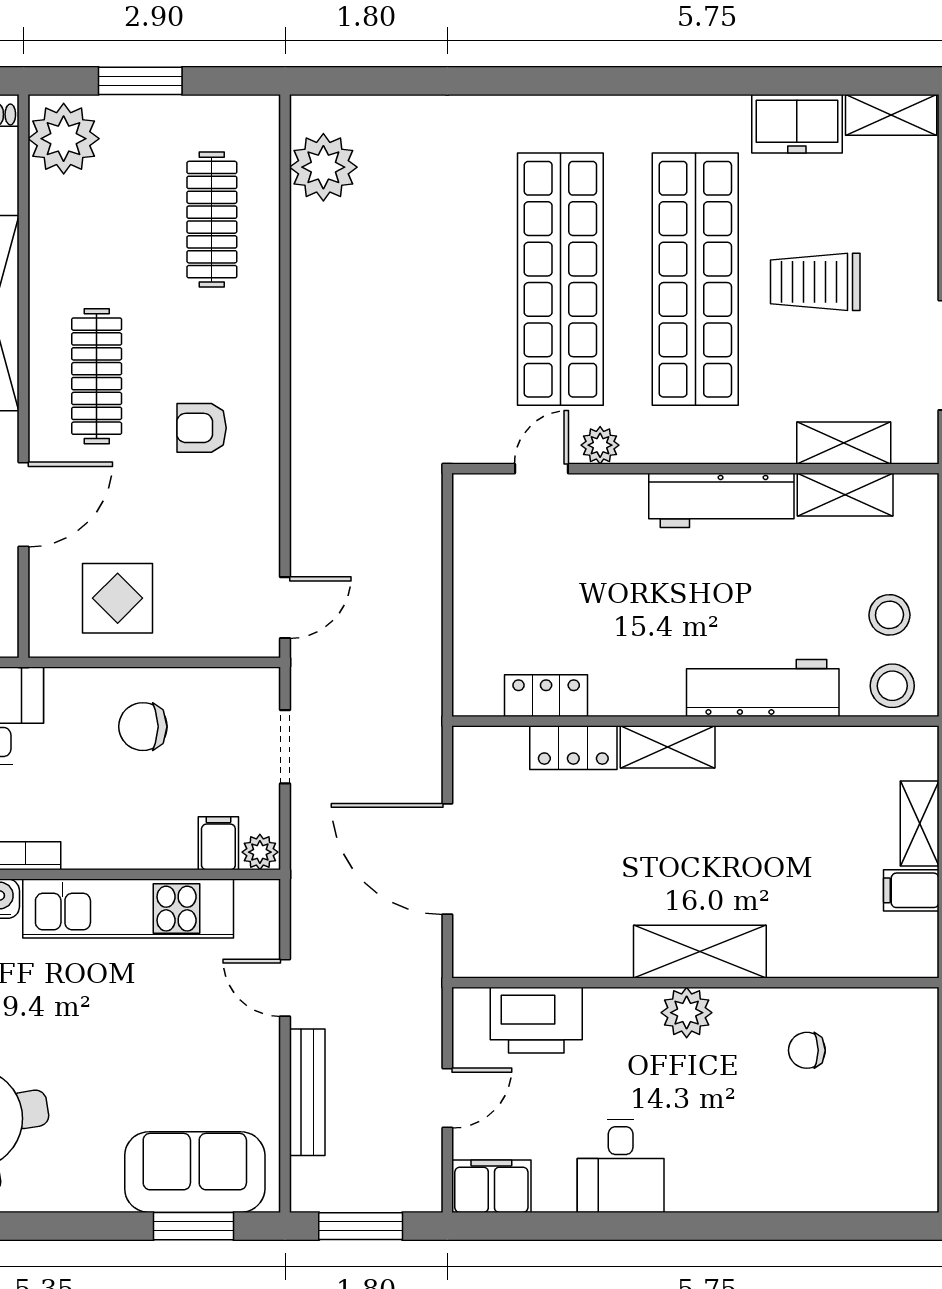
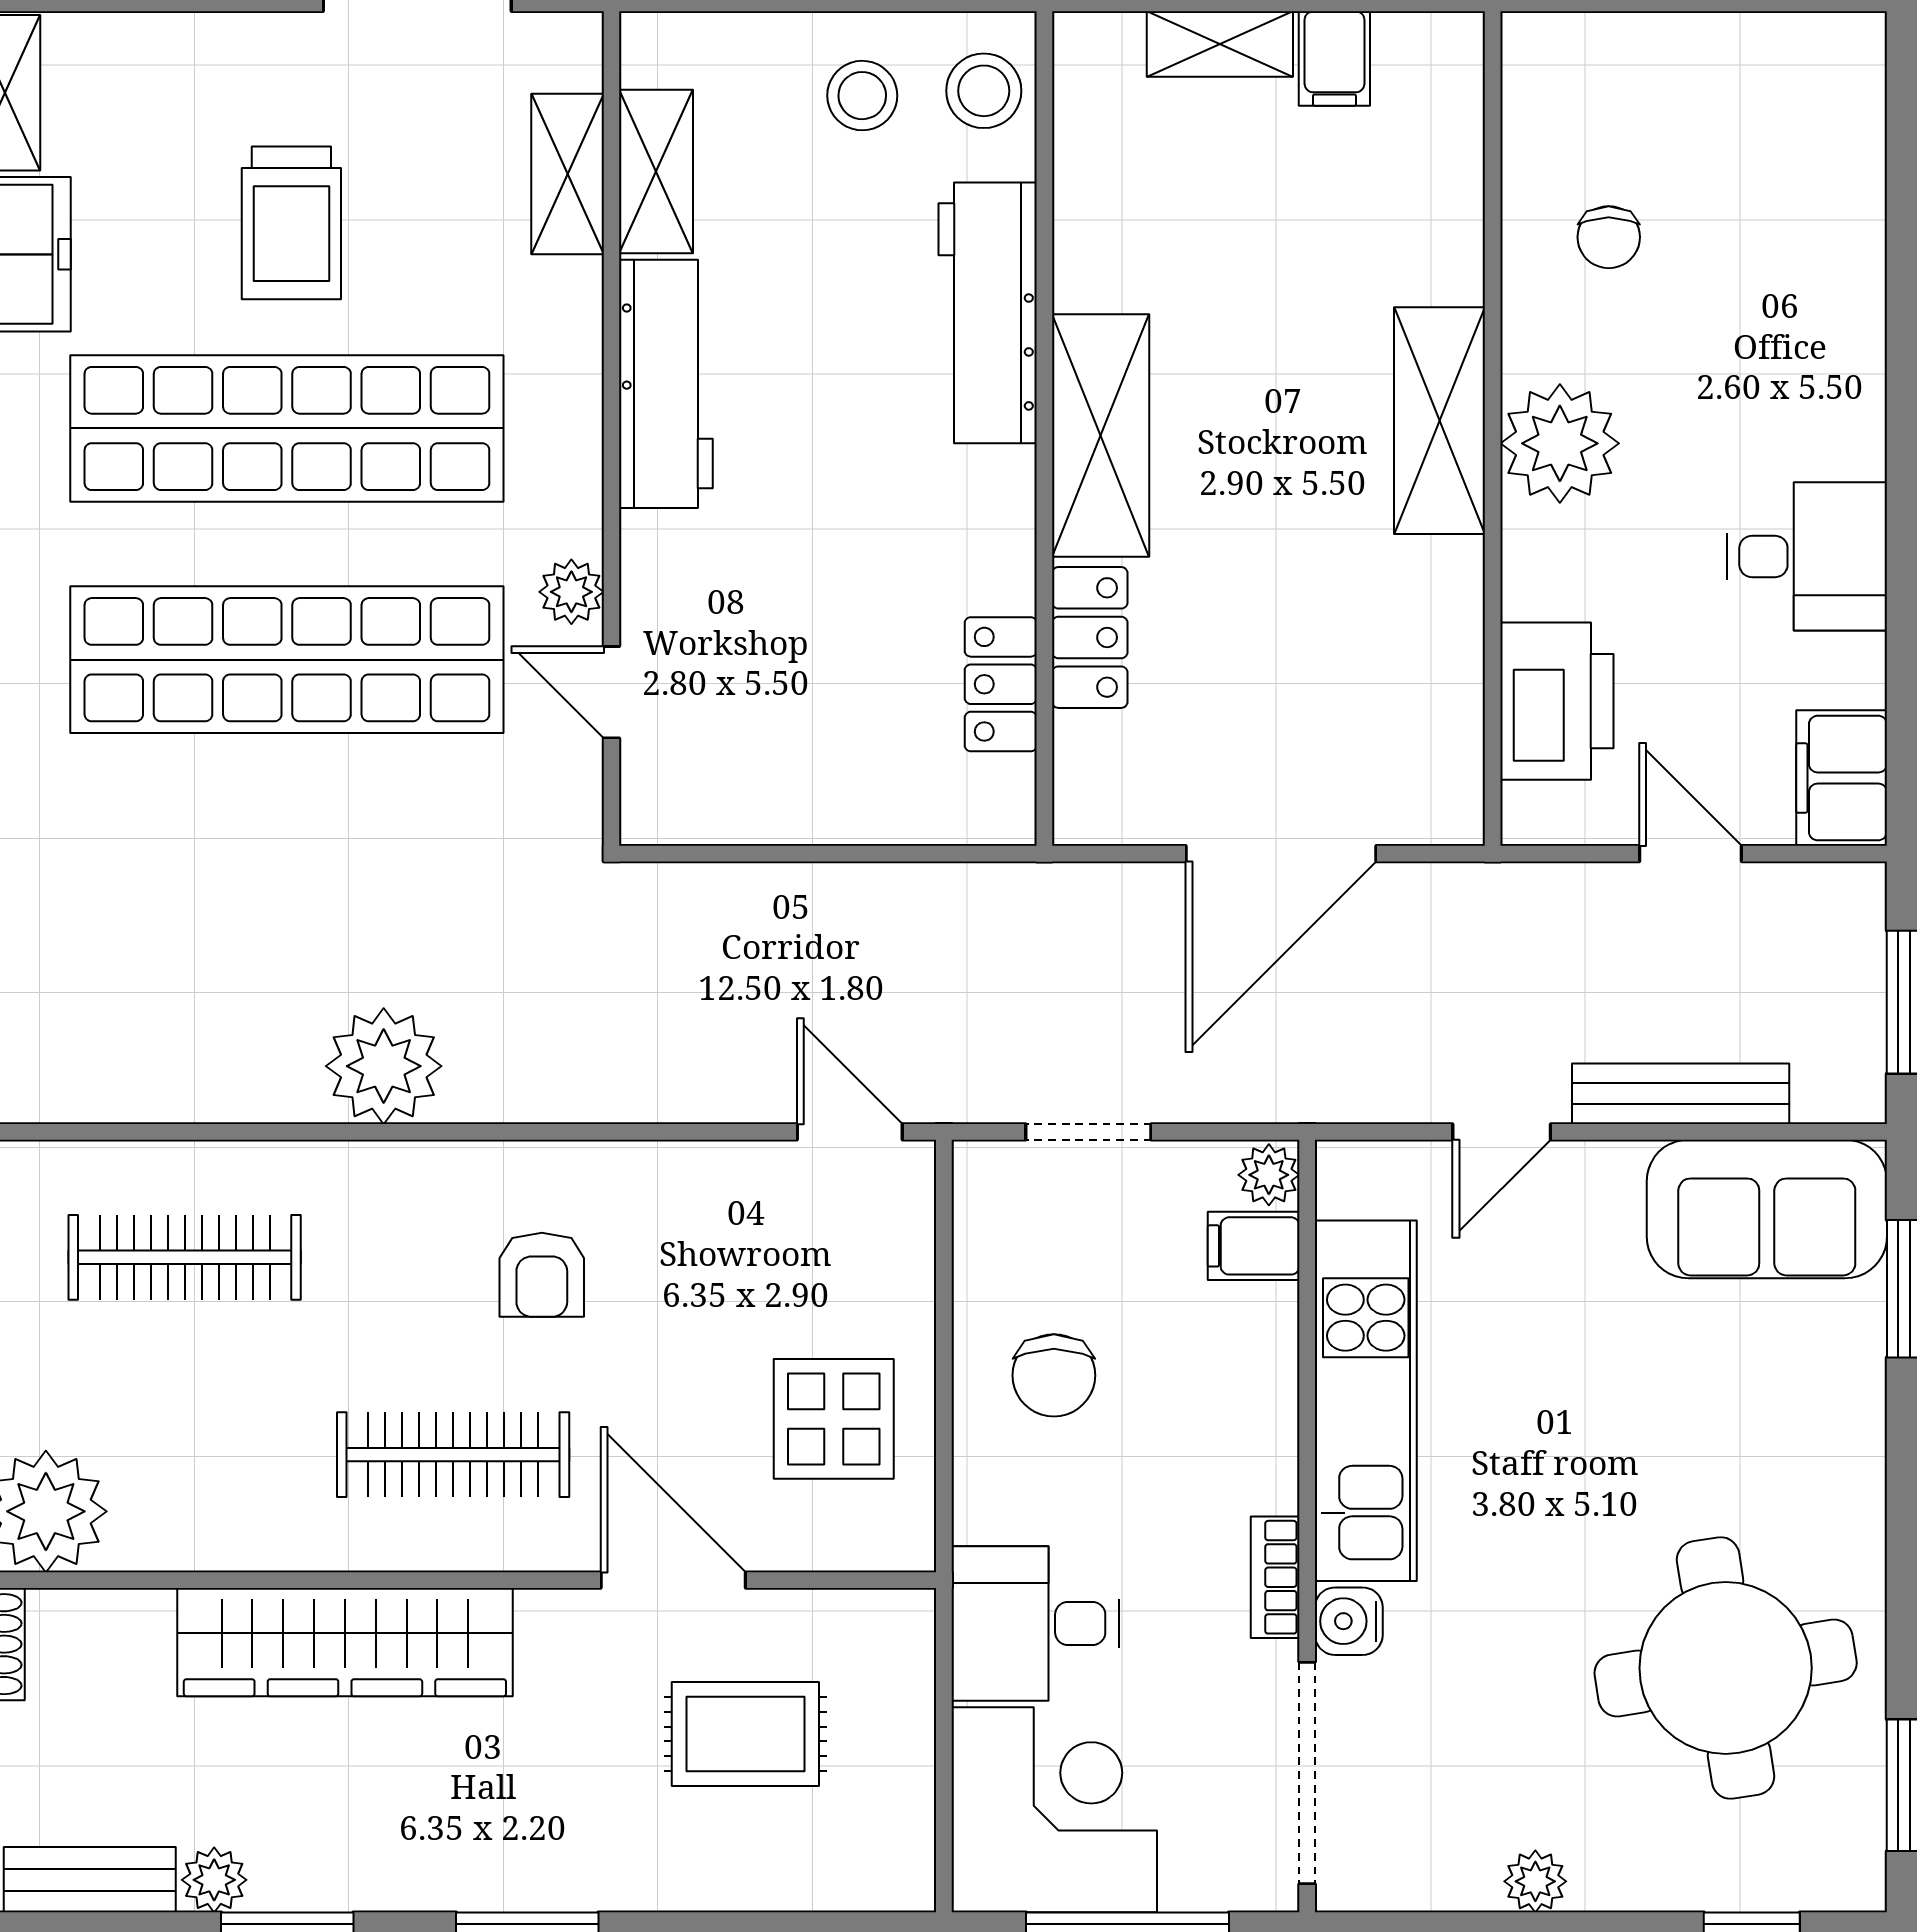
plant: (323, 167) -> (384, 1066), moved
shelving: (668, 747) -> (1101, 435), width x1.50, depth x1.33
plant: (687, 1013) -> (1560, 443), width x1.36, depth x1.36
sofa: (195, 1172) -> (1767, 1209), moved, turned -90

